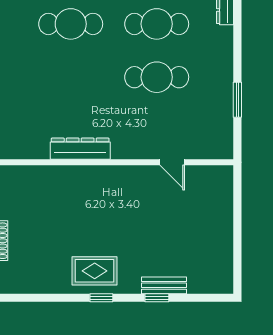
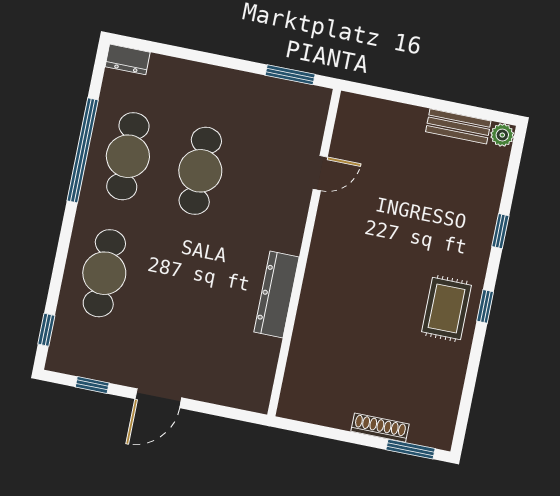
window: (237, 100) -> (290, 75), moved
bench: (164, 285) -> (458, 126), moved, turned 90
plant: (225, 285) -> (502, 135), added

